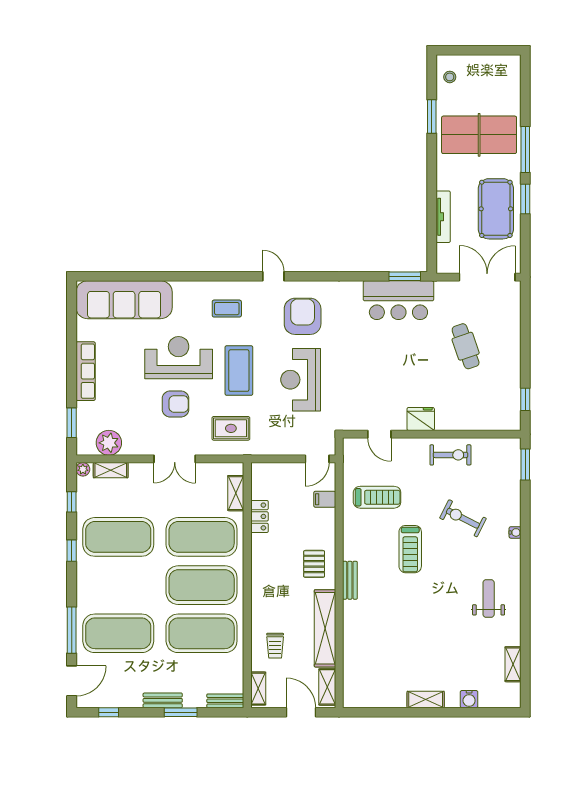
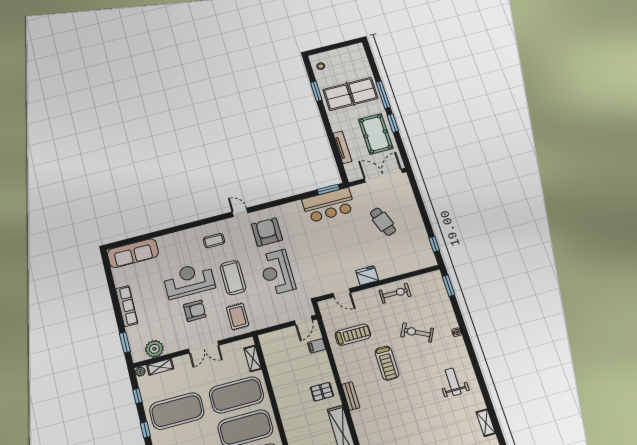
sofa: (124, 300) -> (133, 253), width x0.74, depth x0.79
rug: (231, 428) -> (238, 316), turned 90
locker: (259, 516) -> (274, 370), removed
pallet: (314, 564) -> (322, 392), turned 90

